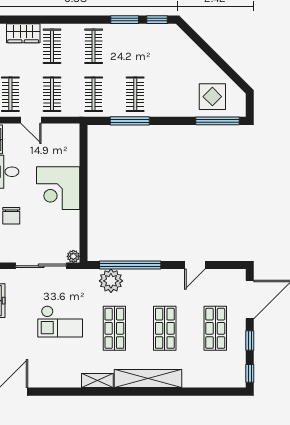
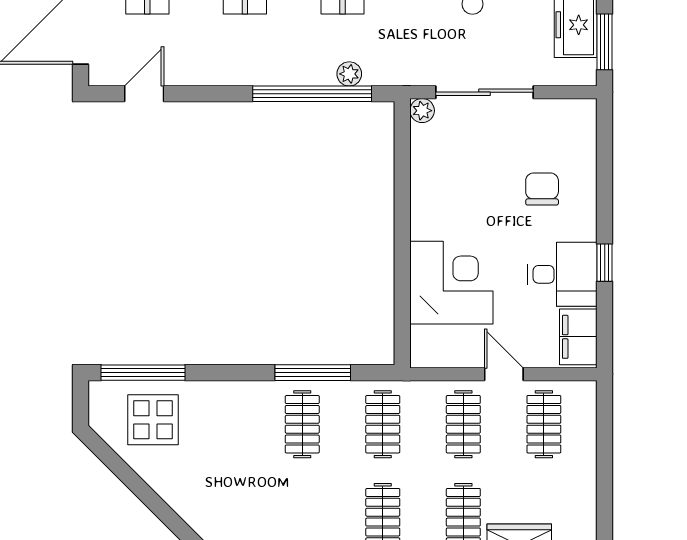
corner desk: (58, 188) -> (451, 283), moved
door: (195, 265) -> (144, 94), moved
plant: (111, 281) -> (349, 74), width x0.53, depth x0.53

